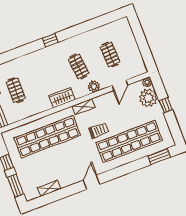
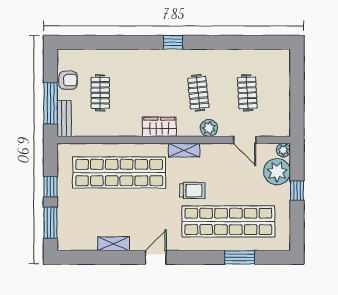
door: (120, 85) -> (245, 140), hinge flipped
window: (159, 157) -> (240, 257), moved
shelving: (49, 188) -> (114, 244), moved

